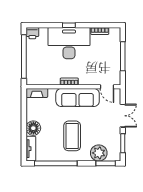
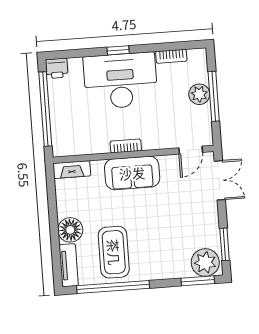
plant: (114, 54) -> (199, 94), added
door: (107, 87) -> (191, 150), hinge flipped
sofa: (78, 97) -> (132, 173), width x0.73
double door: (123, 116) -> (220, 180), moved
coffee table: (72, 136) -> (114, 252), moved
plant: (99, 153) -> (205, 263), moved

